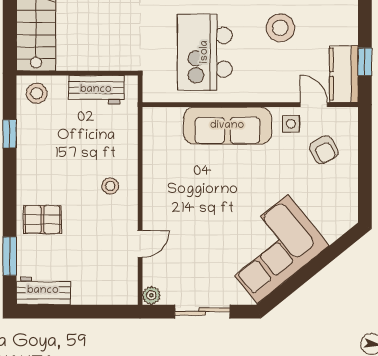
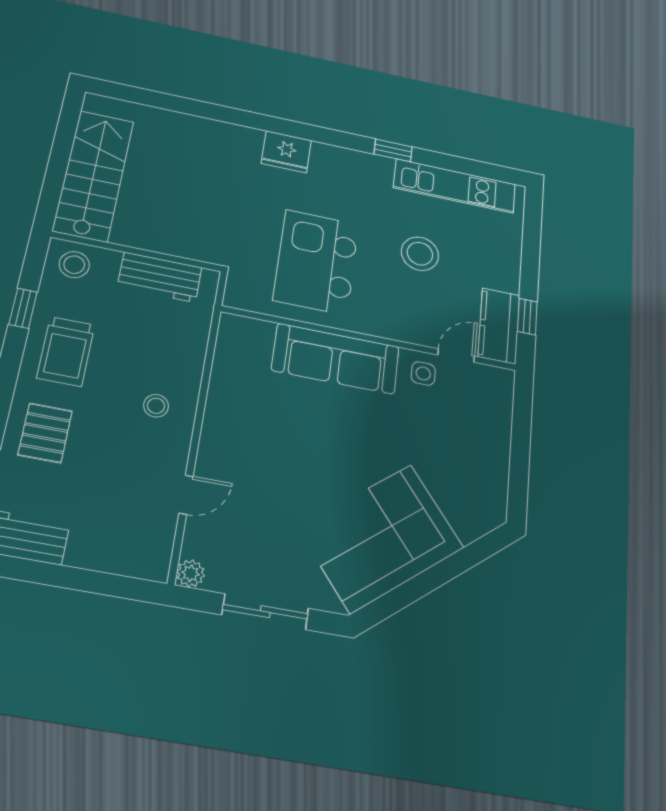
door: (314, 105) -> (456, 355), hinge flipped
armchair: (324, 150) -> (465, 416), removed
trolley: (44, 159) -> (66, 351), added
pallet: (42, 220) -> (45, 433), turned 90

